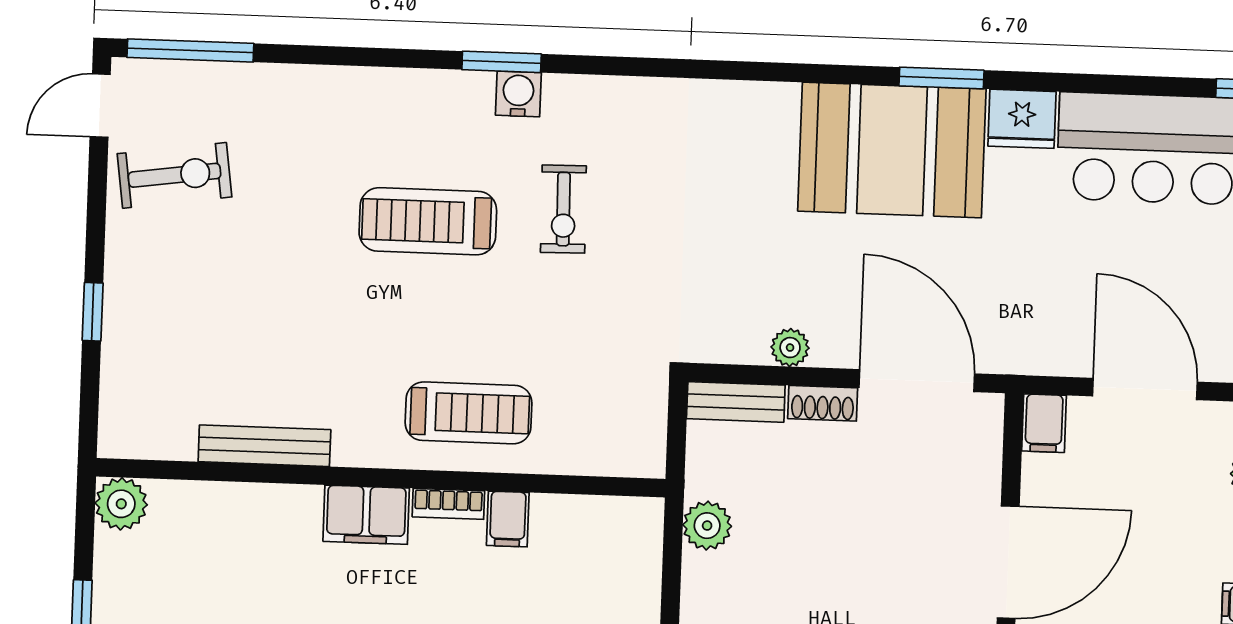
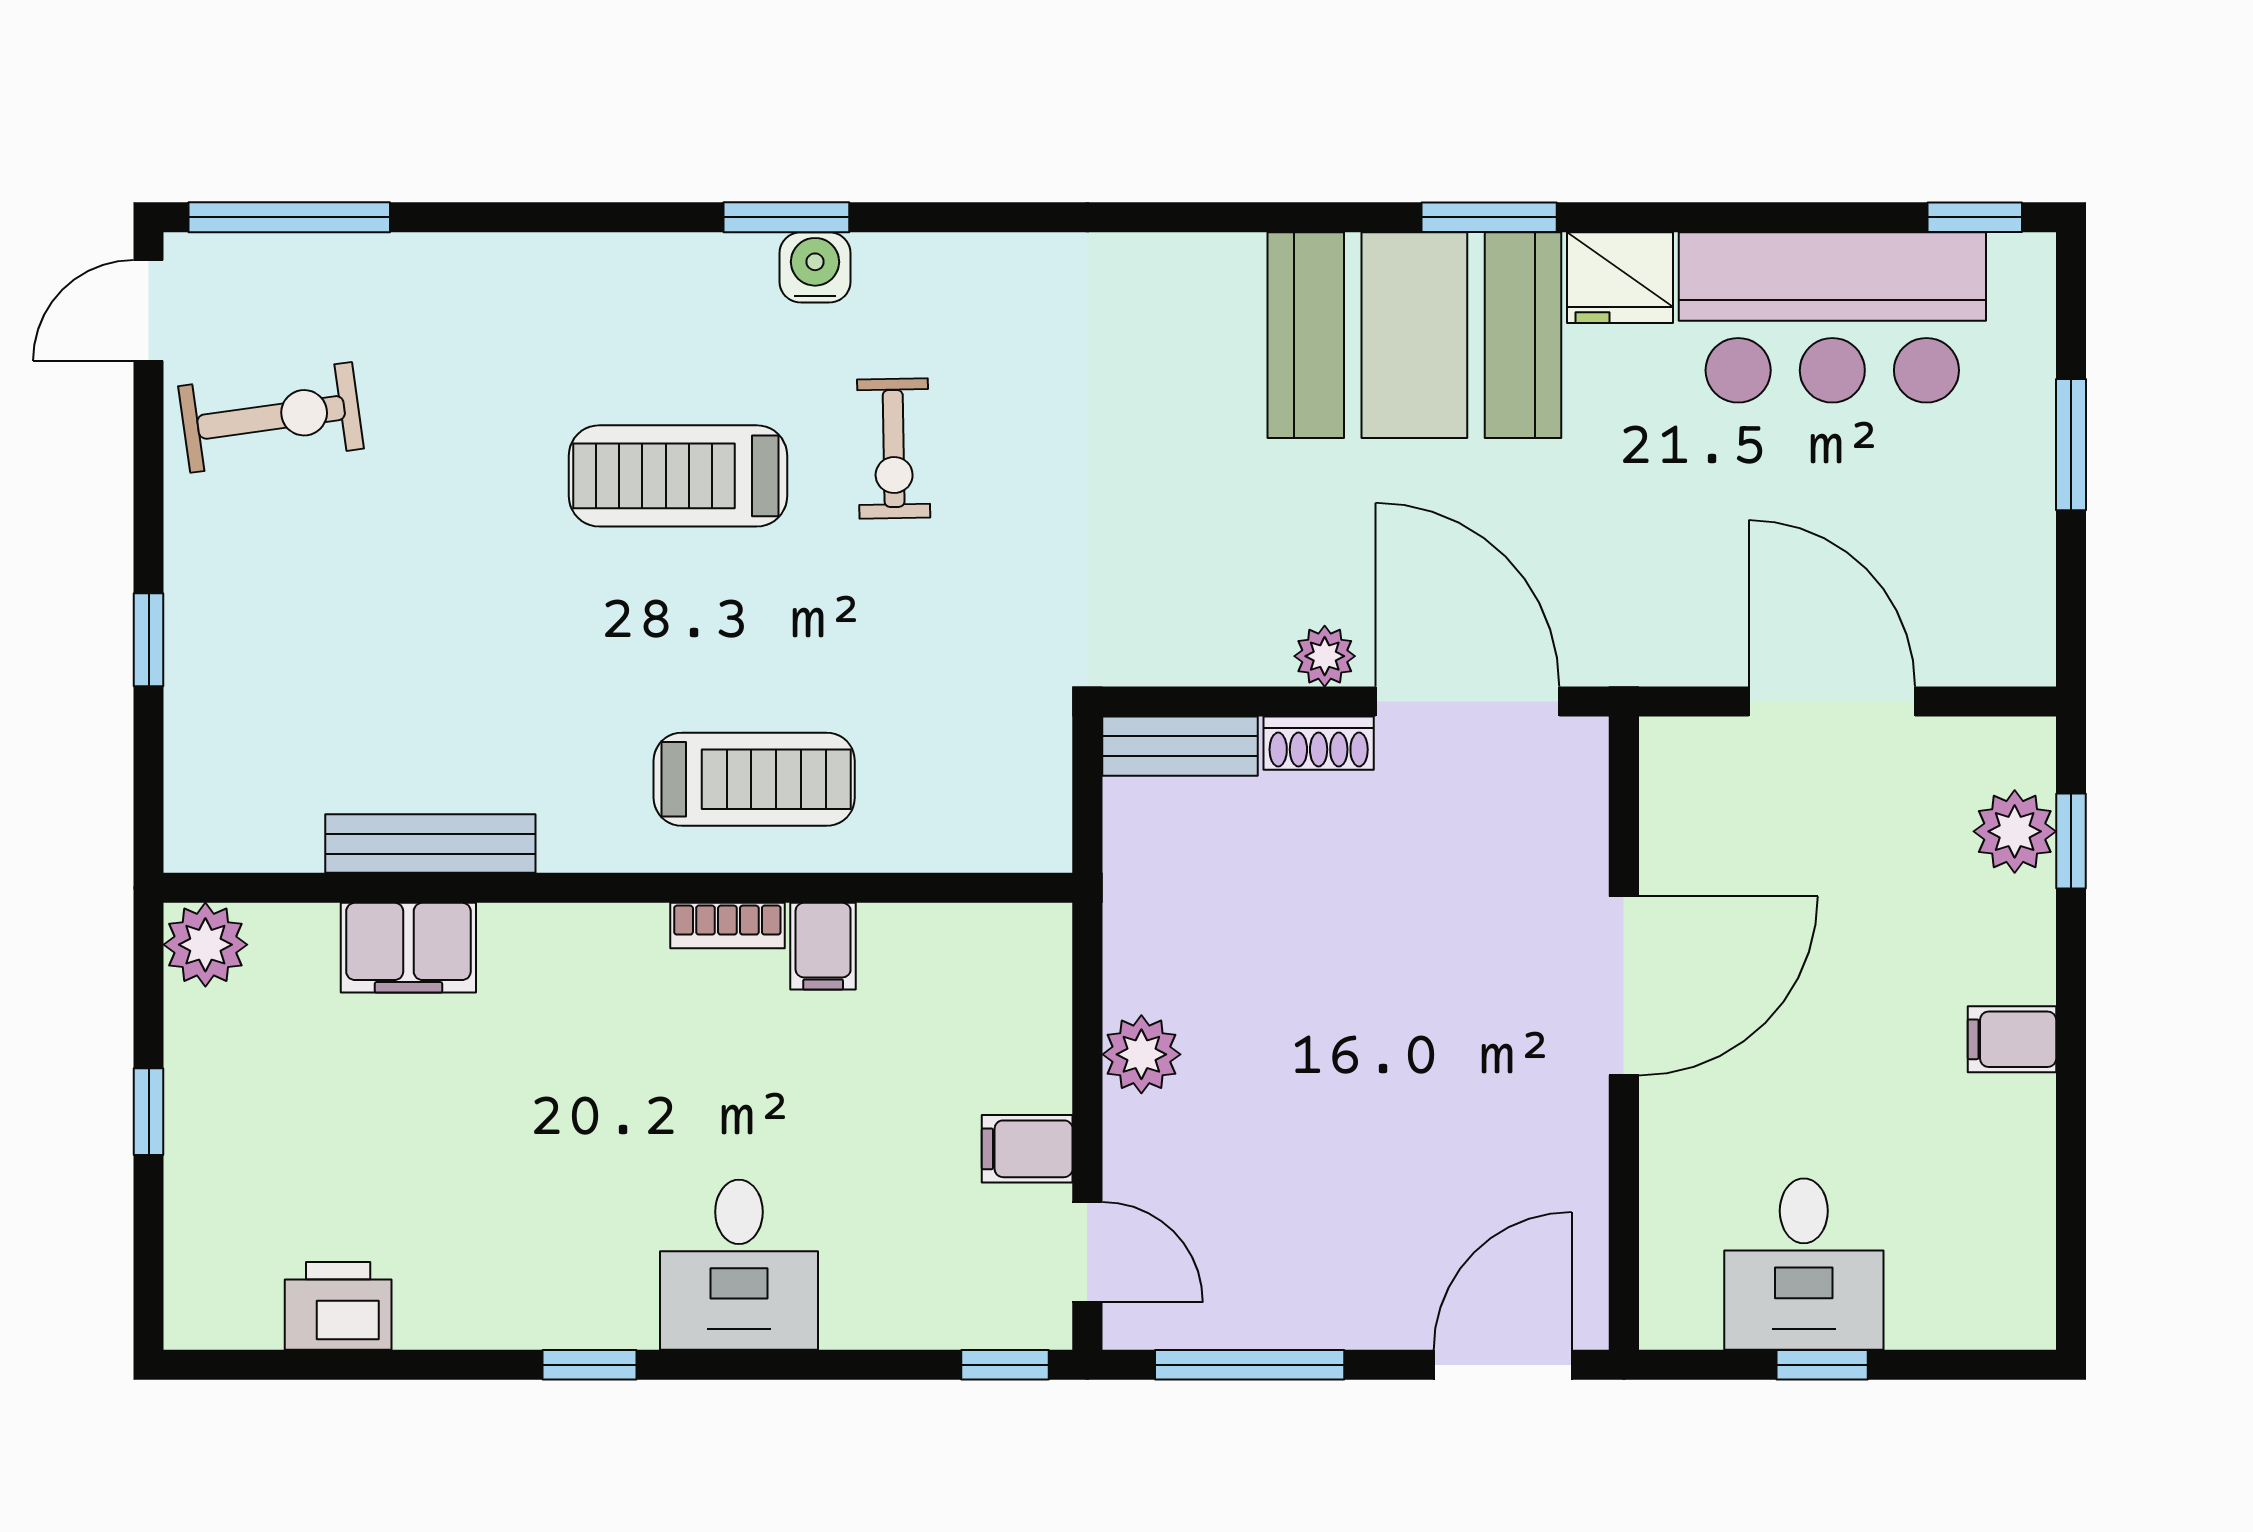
plant: (790, 348) -> (1325, 656), moved
filing cabinet: (1044, 423) -> (1673, 762), removed
filing cabinet: (366, 515) -> (408, 948), moved
plant: (707, 526) -> (1141, 1054), moved

